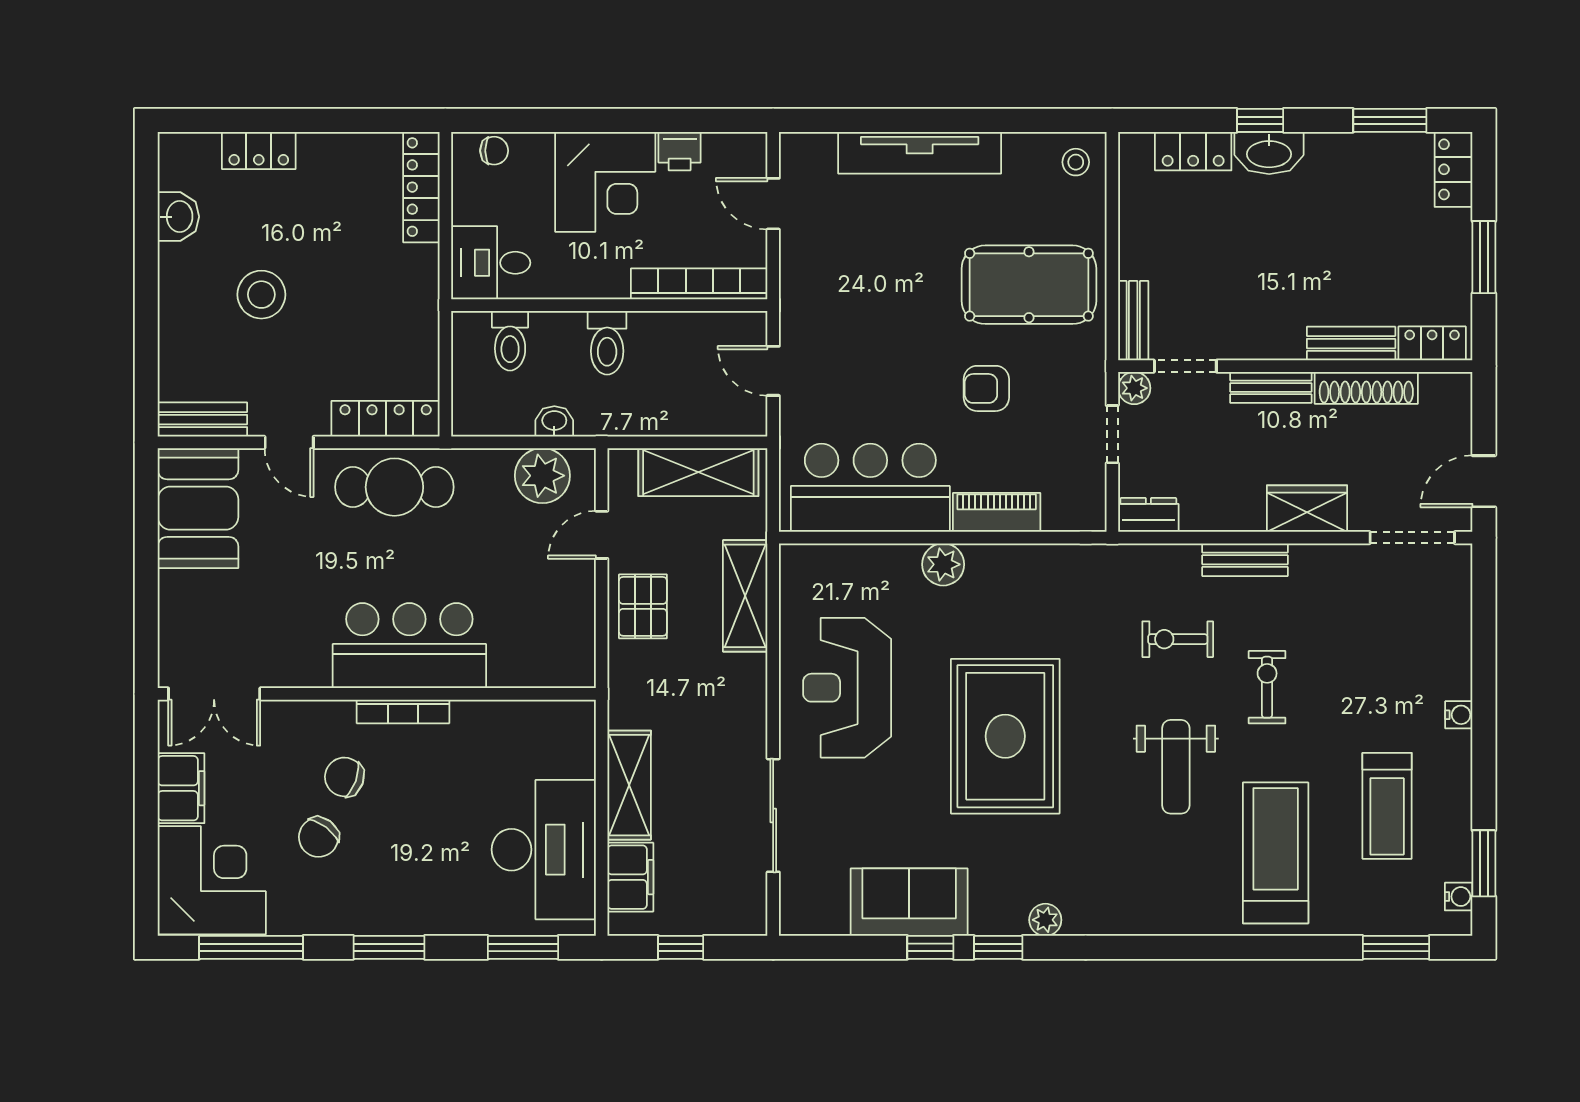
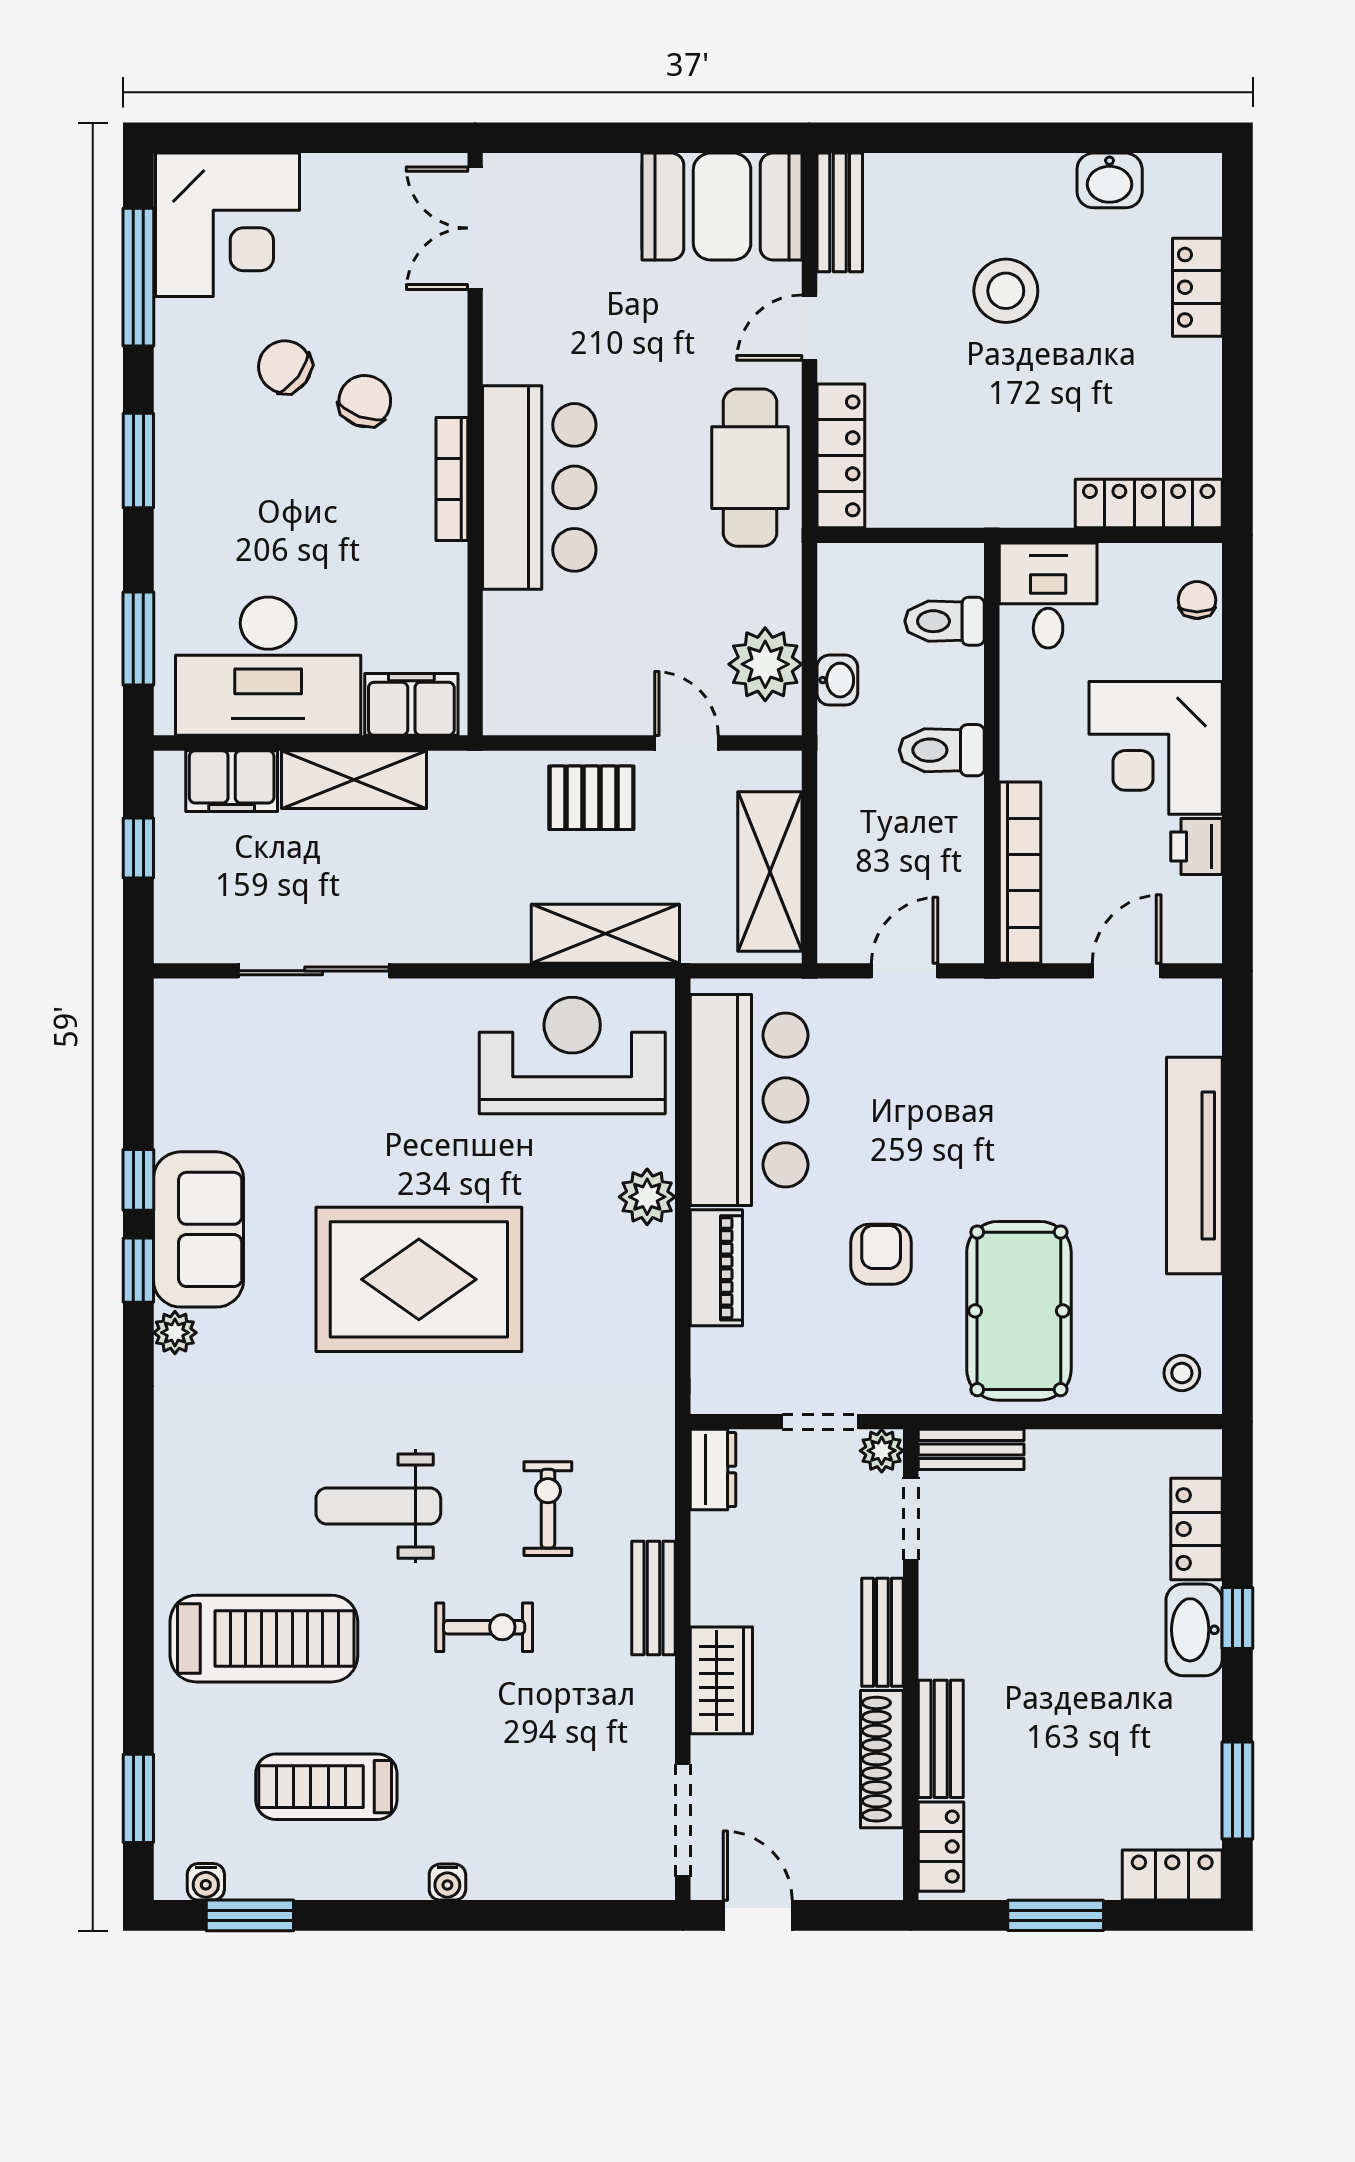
chair: (494, 151) -> (1197, 600), turned 180
reception desk: (847, 688) -> (572, 1056), moved
filing cabinet: (181, 788) -> (411, 704), moved, turned 180
sofa: (909, 902) -> (198, 1229), moved

